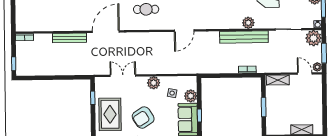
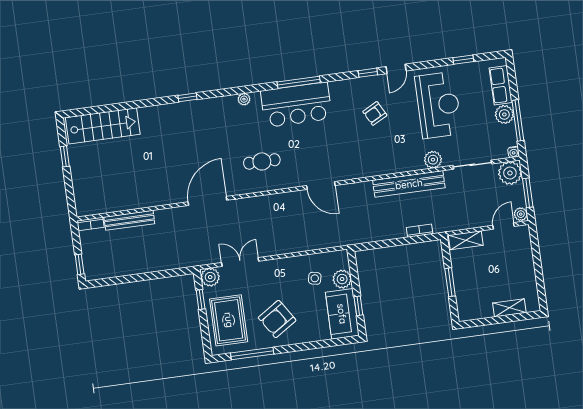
plant: (248, 23) -> (433, 160), moved
door: (184, 31) -> (321, 185), hinge flipped
bench: (69, 38) -> (129, 220), moved
door: (305, 73) -> (504, 226), hinge flipped
plant: (154, 83) -> (210, 277), moved

